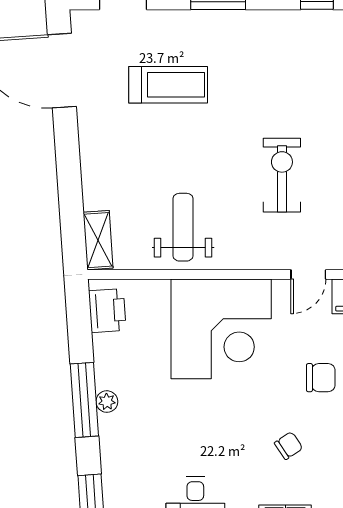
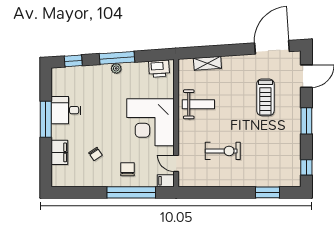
shelving: (98, 240) -> (207, 63), moved
chair: (321, 378) -> (127, 169), turned 180

